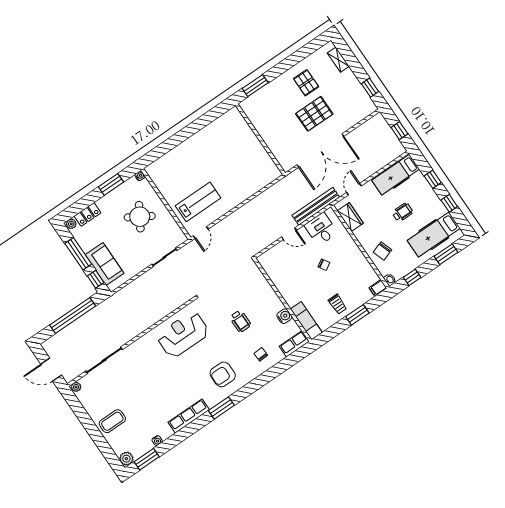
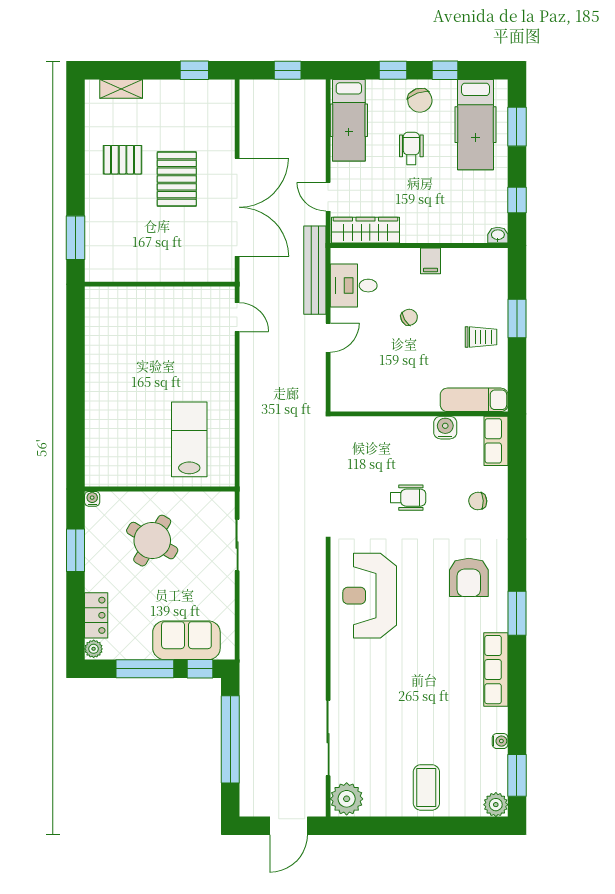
wardrobe: (350, 217) -> (365, 230), width x1.50
door: (201, 232) -> (237, 317), moved
chair: (382, 251) -> (420, 100), moved
filing cabinet: (378, 288) -> (431, 261), moved
plant: (76, 387) -> (347, 799), width x1.88, depth x1.88

